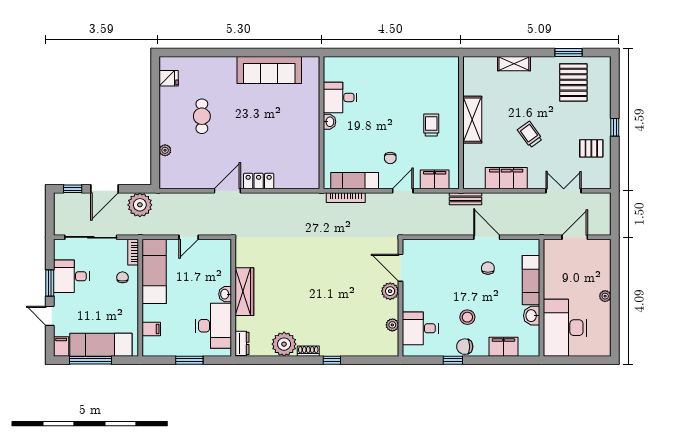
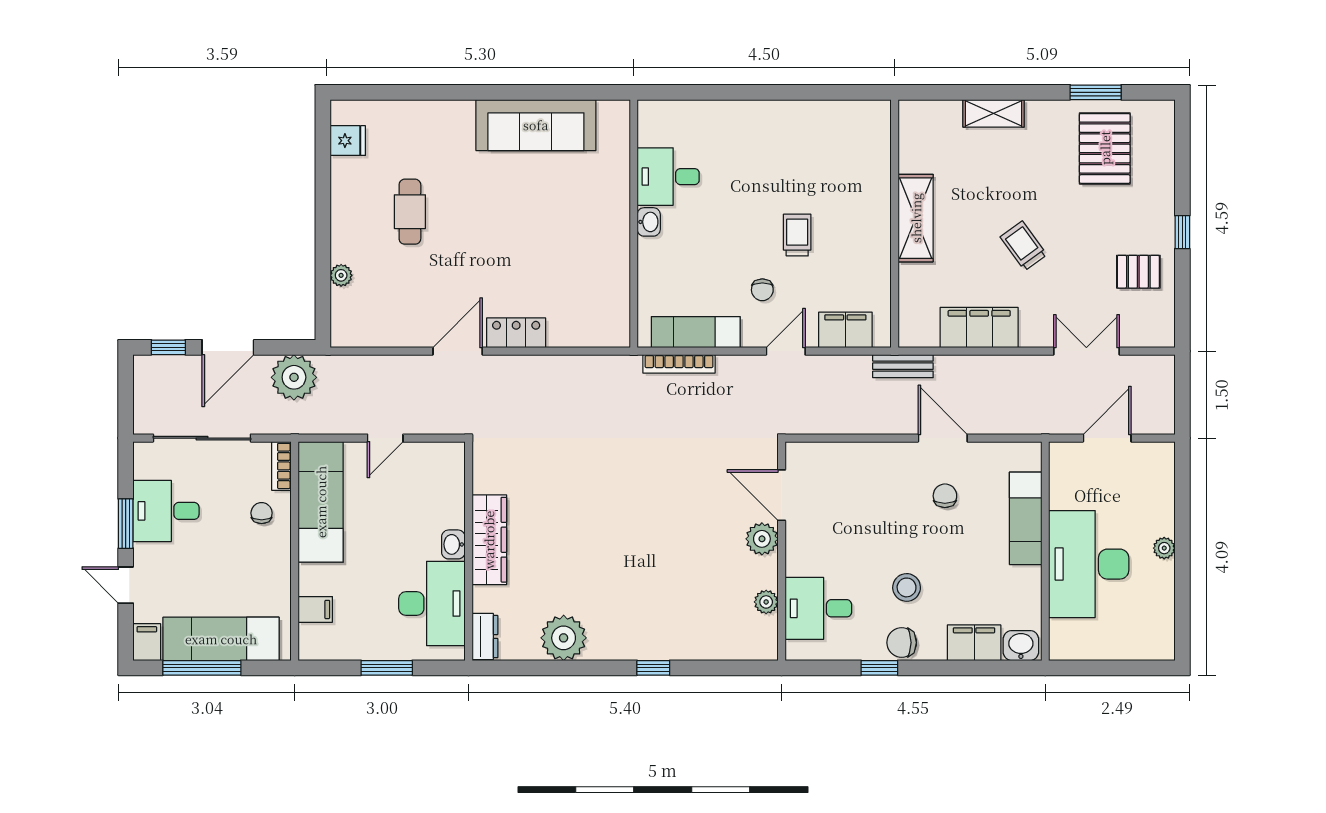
trolley: (431, 125) -> (797, 235), moved
washbasin: (532, 316) -> (1021, 646), moved, turned 90
desk: (565, 328) -> (1089, 564), moved
shoe rack: (308, 351) -> (609, 651), removed

